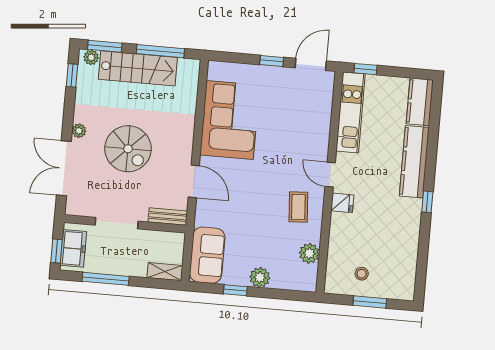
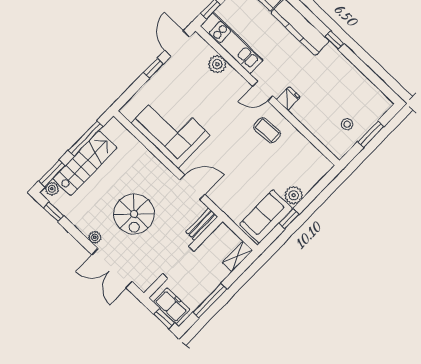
spiral stairs: (128, 149) -> (134, 214), turned 90
plant: (309, 253) -> (217, 64), moved
sofa: (207, 255) -> (266, 217), moved, turned -90

